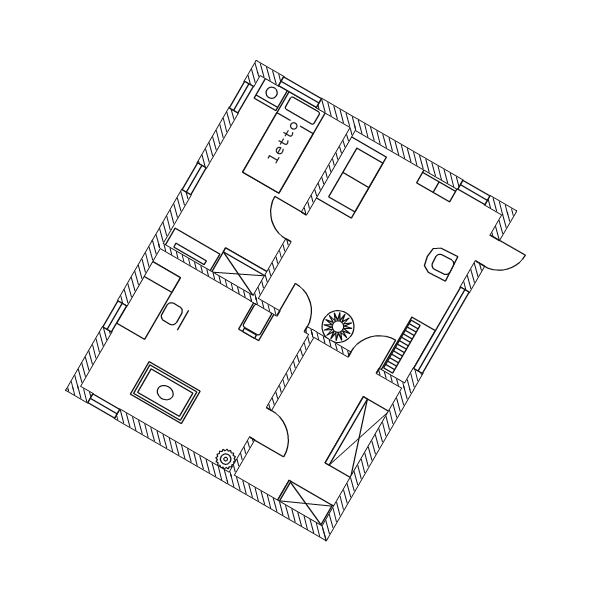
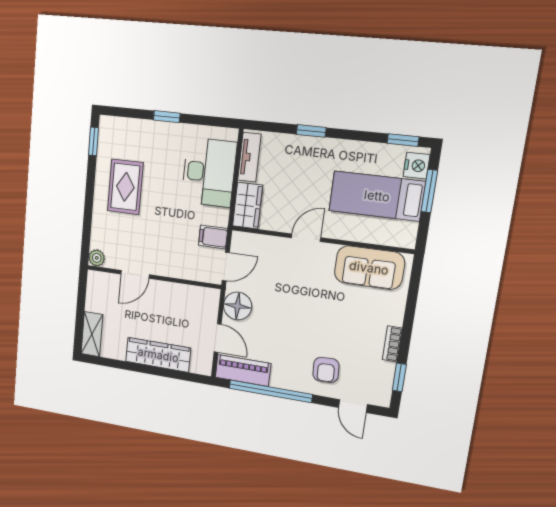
desk: (159, 306) -> (209, 172), moved, turned 90

